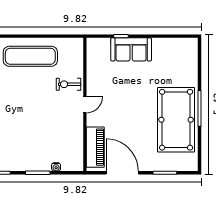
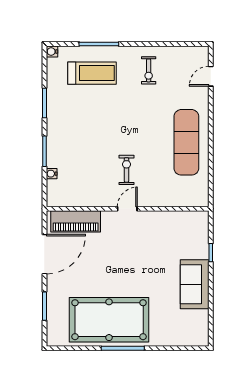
sofa: (131, 49) -> (195, 284), moved
exercise bike: (68, 84) -> (126, 170), moved
door: (85, 105) -> (127, 209), swing flipped

